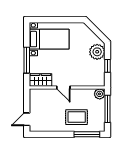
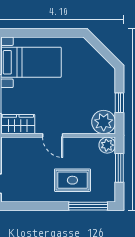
plant: (97, 52) -> (104, 122), moved
window: (108, 109) -> (119, 168), width x0.69

